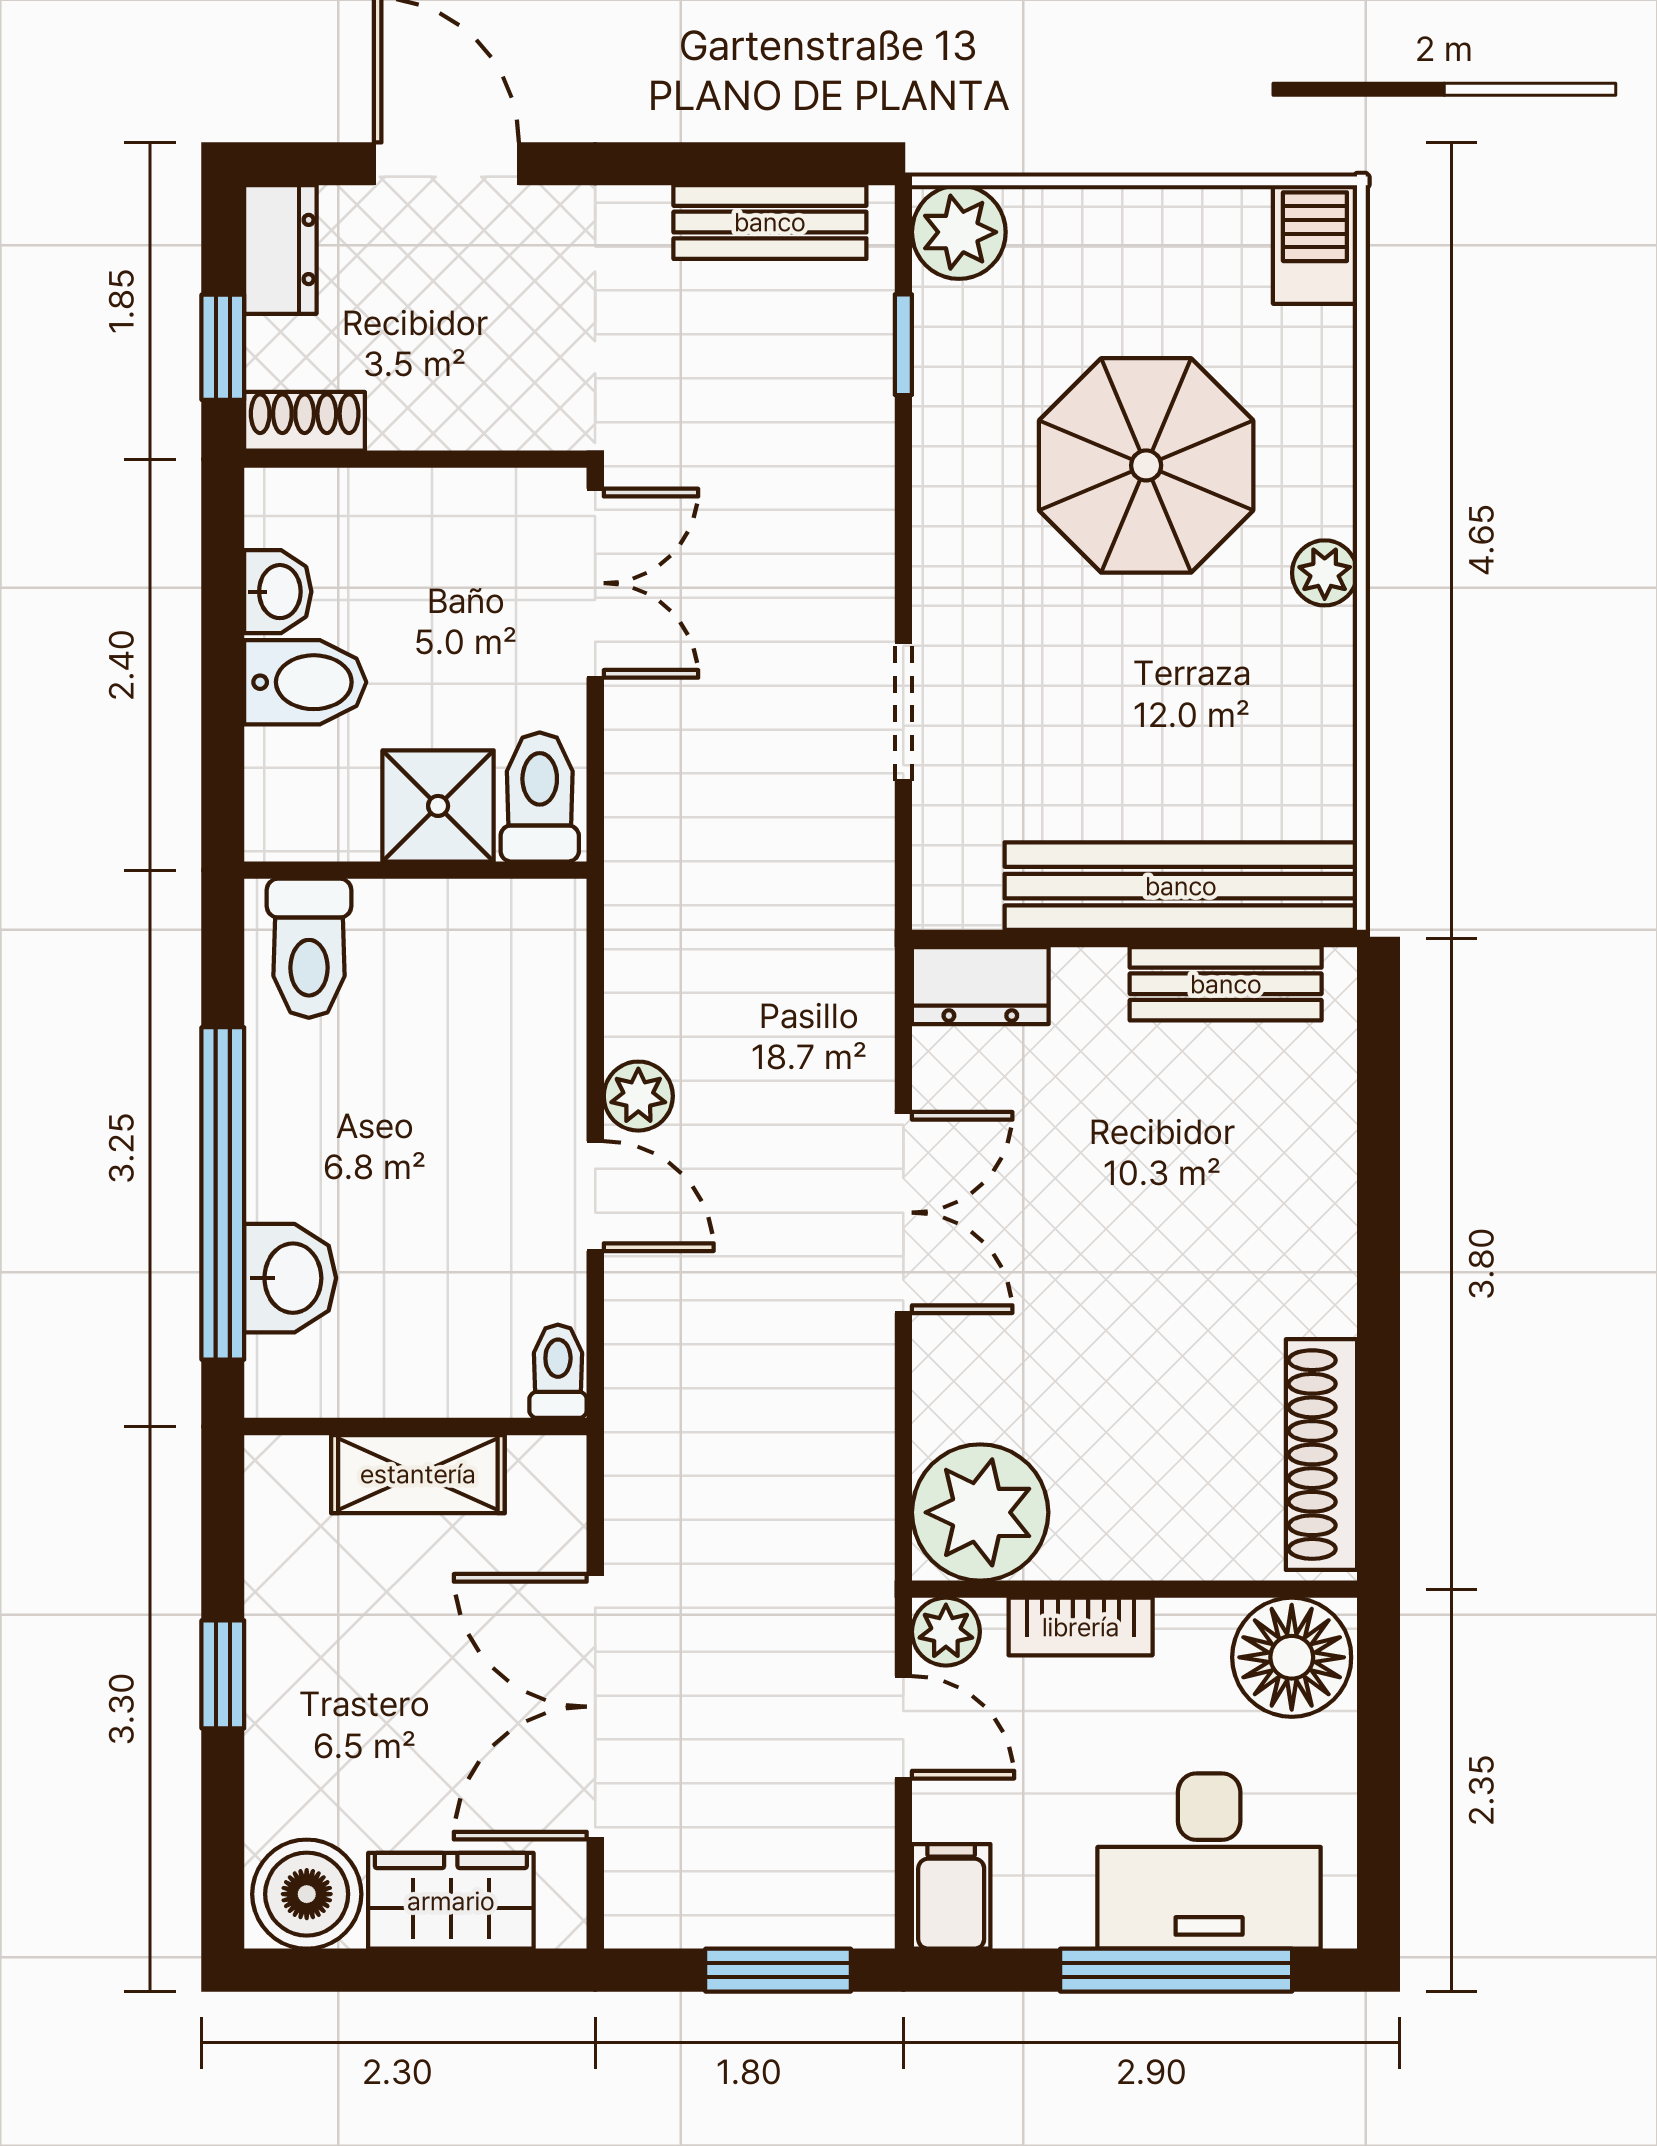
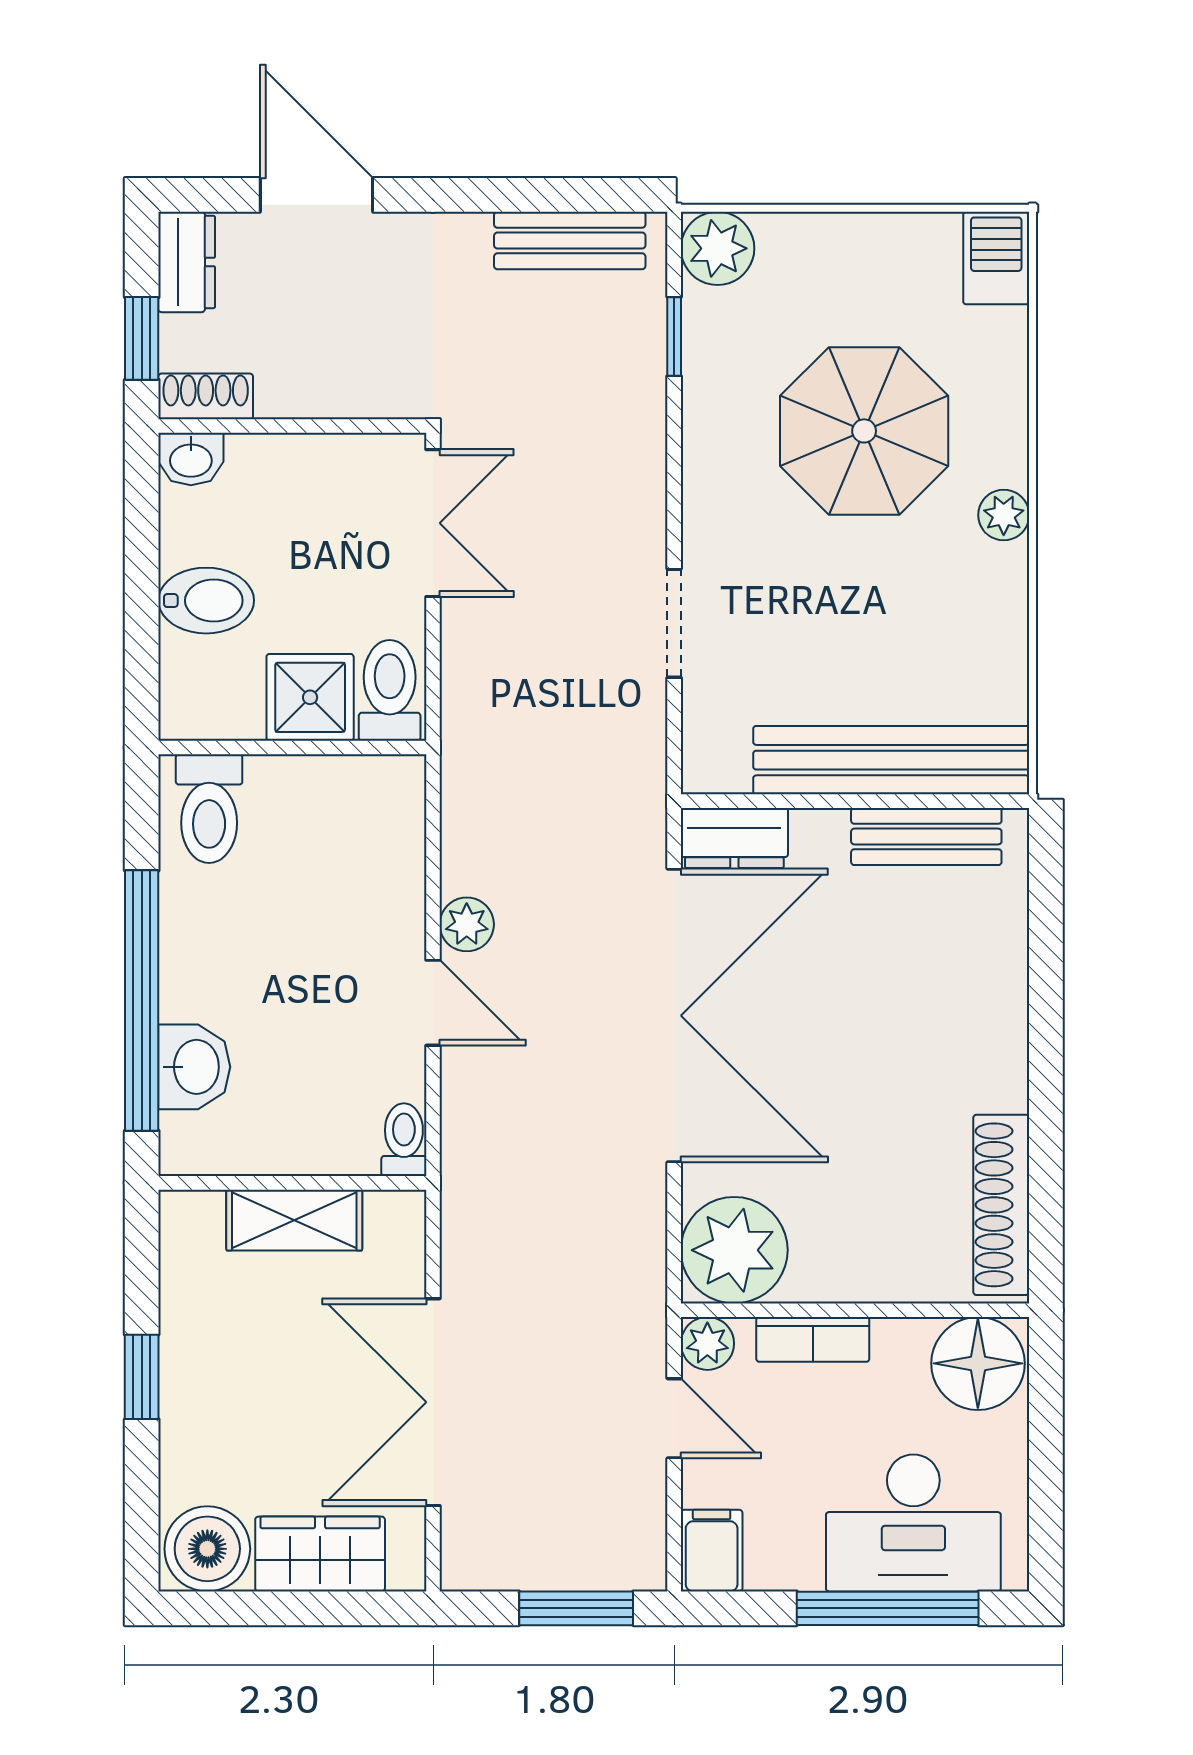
washbasin: (278, 592) -> (191, 459), moved, turned 90
double door: (903, 1213) -> (674, 1016), width x1.87

